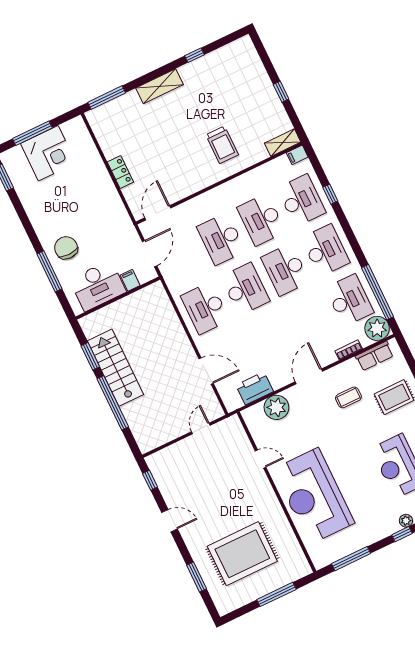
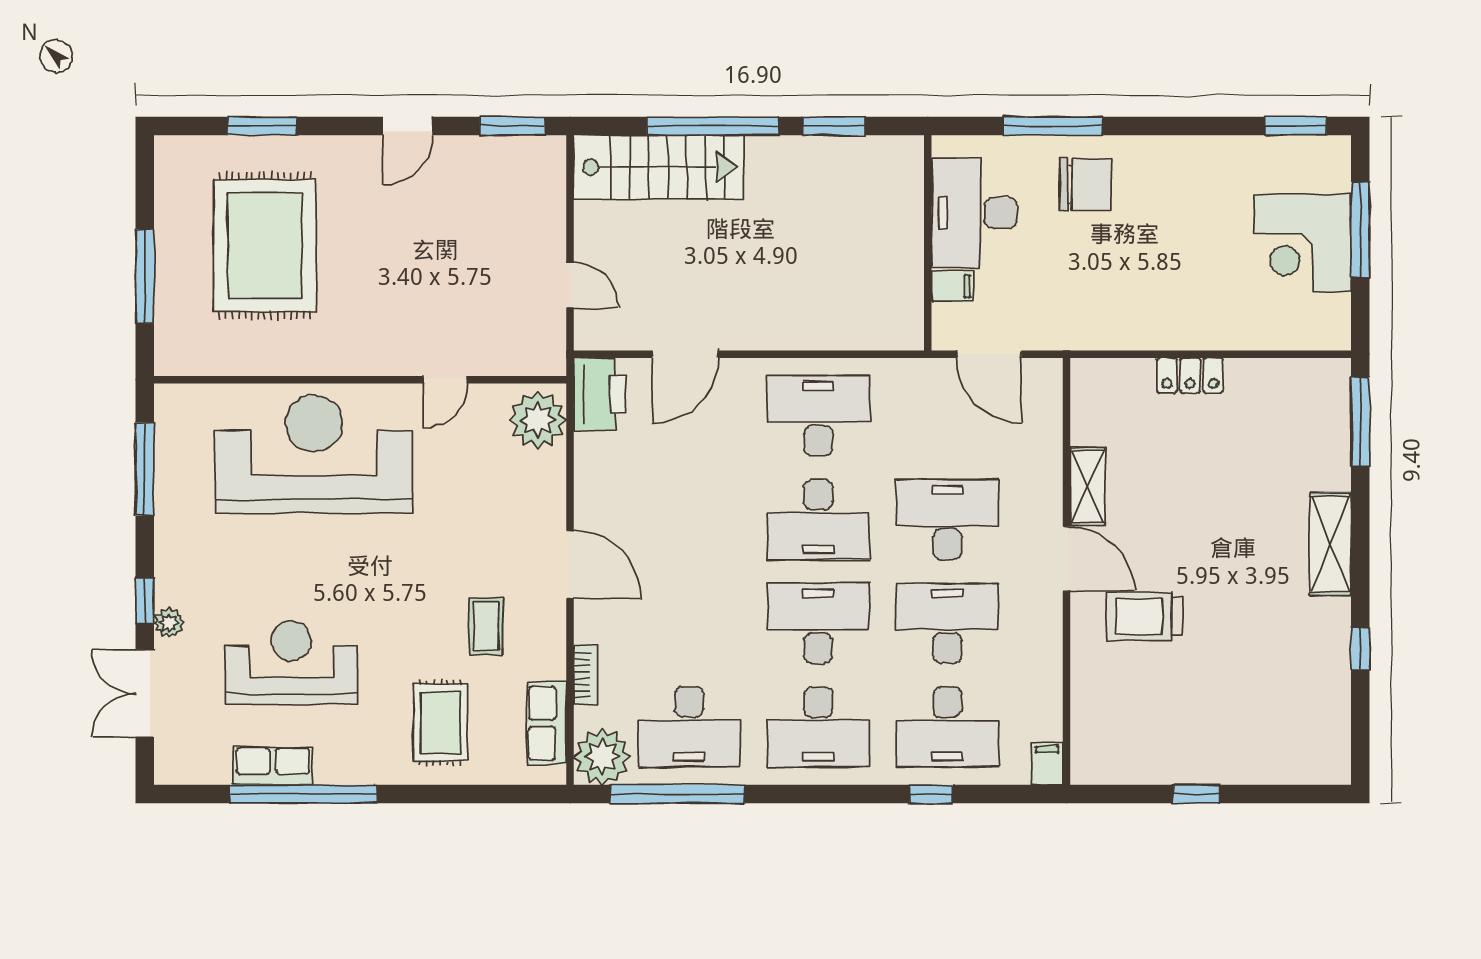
shelving: (283, 143) -> (1088, 487), moved
door: (158, 213) -> (1066, 559), moved
stairs: (115, 368) -> (659, 167), moved
printer: (255, 388) -> (600, 394), moved
plant: (276, 407) -> (538, 420), moved
window: (150, 480) -> (512, 126), width x1.50

